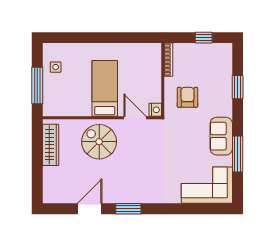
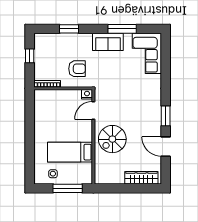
bed: (105, 88) -> (70, 152), moved
armchair: (187, 97) -> (77, 69), turned 180
wardrobe: (51, 145) -> (141, 178), moved

